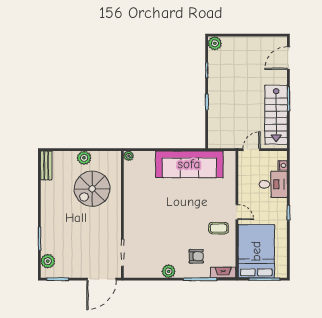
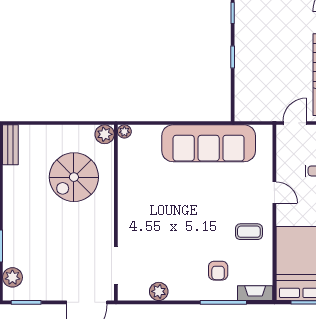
plant: (84, 158) -> (105, 134), moved
door: (237, 212) -> (274, 192), moved
armchair: (196, 256) -> (218, 271), turned 90
plant: (169, 271) -> (159, 291), moved

